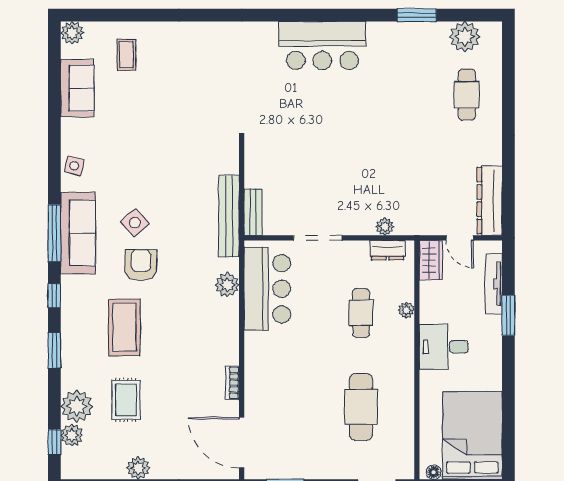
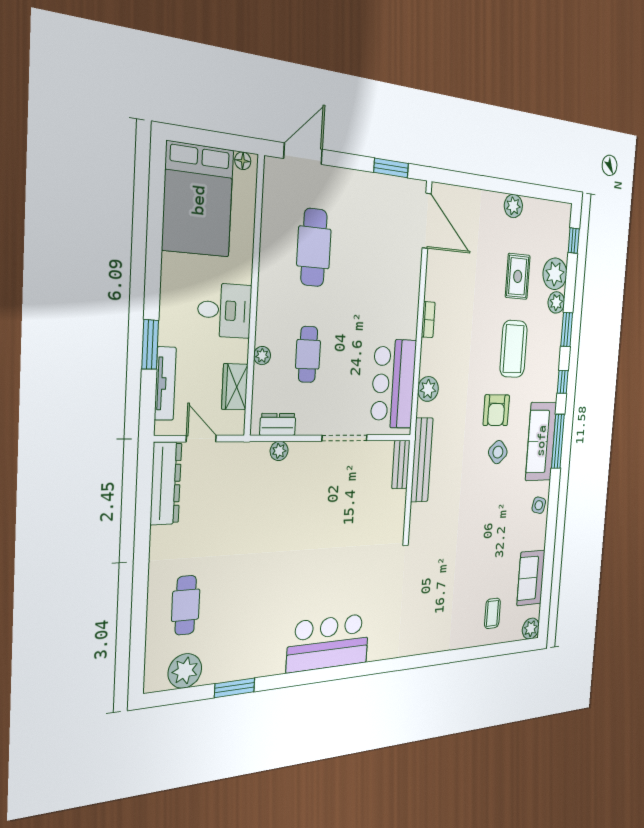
wardrobe: (431, 260) -> (235, 387), moved
bookcase: (232, 383) -> (428, 320), moved
plant: (72, 435) -> (556, 302), moved

